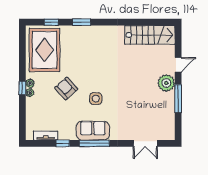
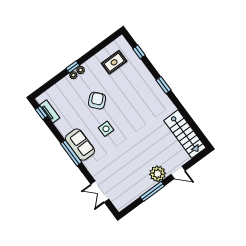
window: (81, 22) -> (164, 85), moved
rug: (44, 50) -> (114, 62), width x0.54, depth x0.49
window: (63, 143) -> (41, 113), moved

